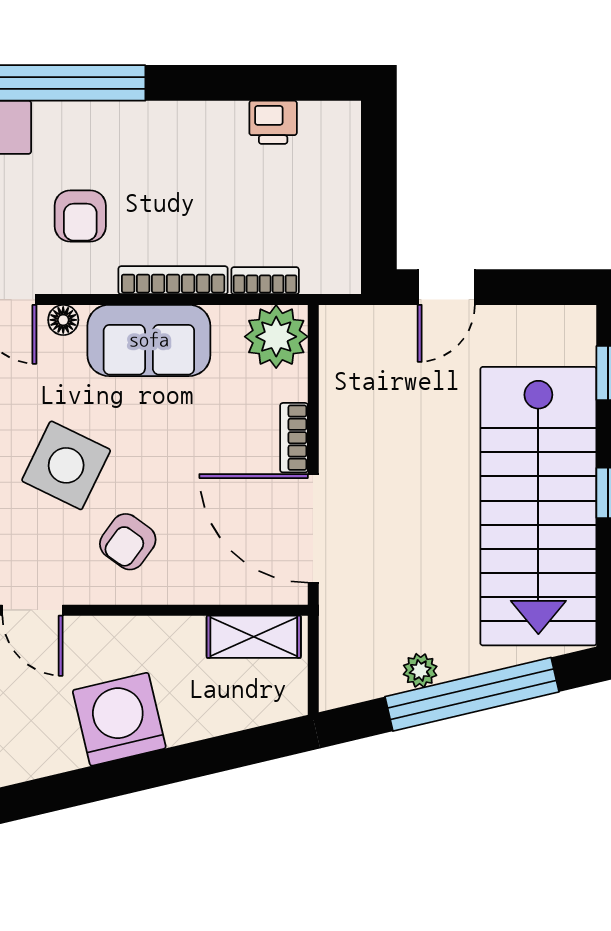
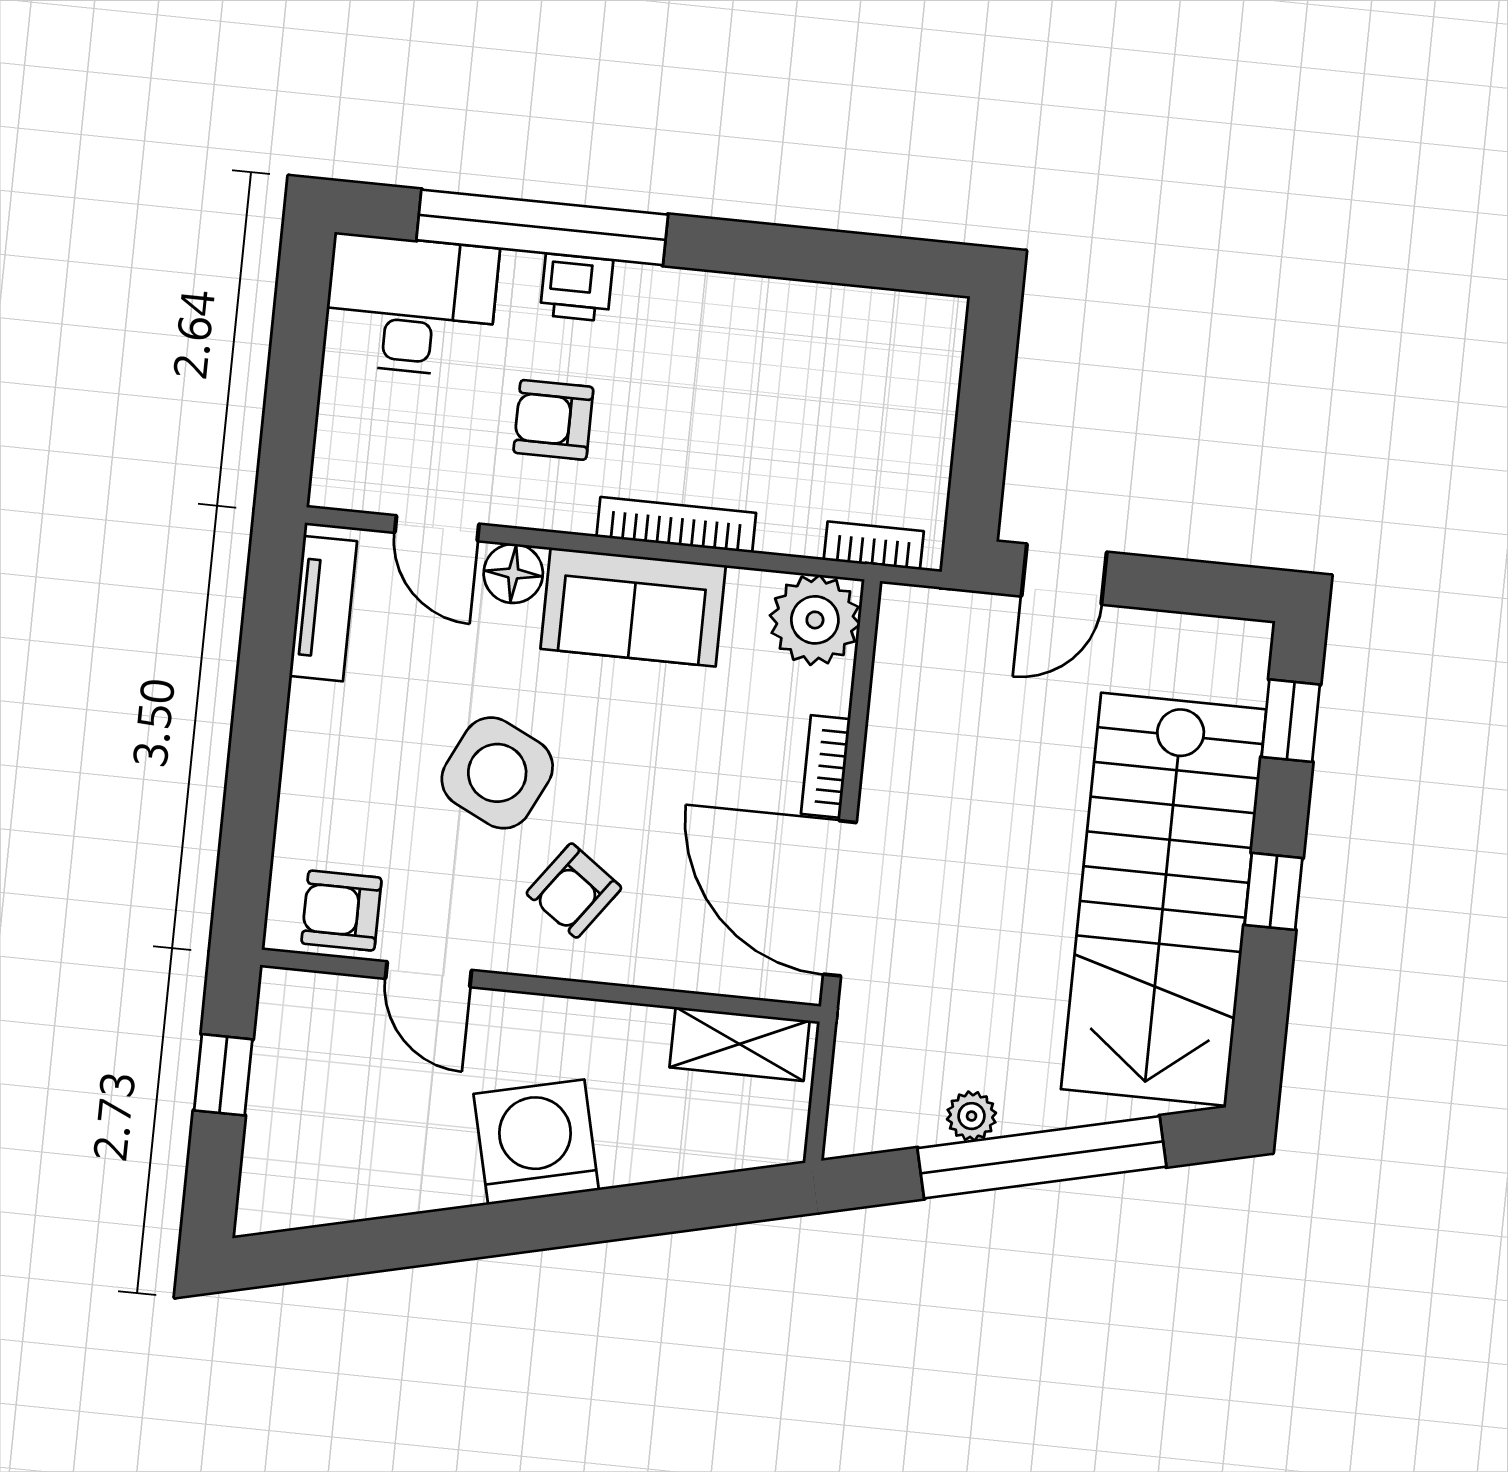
printer: (273, 122) -> (577, 288), moved
armchair: (80, 216) -> (553, 420), turned 90
bookcase: (265, 281) -> (874, 546), moved
floor lamp: (63, 320) -> (513, 573), width x1.37, depth x1.37

